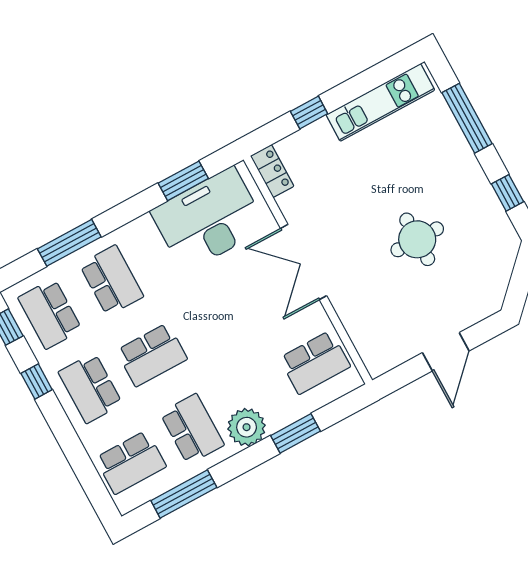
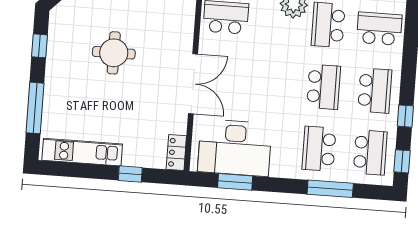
school desk: (152, 355) -> (324, 87), turned 90

